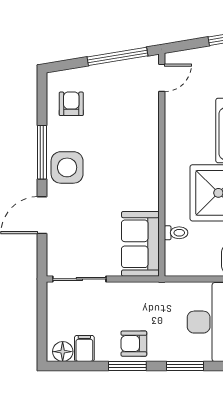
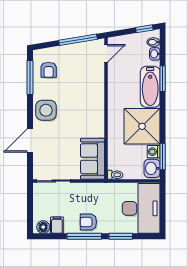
armchair: (71, 104) -> (49, 70), turned 180
window: (42, 152) -> (30, 77), moved
toilet: (176, 233) -> (115, 175), moved
window: (127, 366) -> (84, 236), width x1.44

